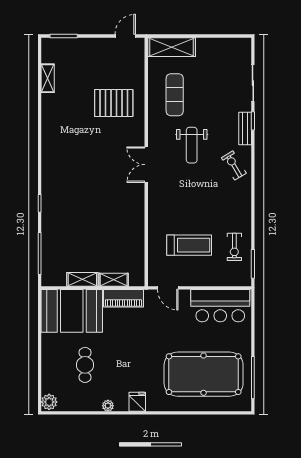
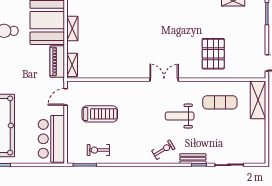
treadmill: (189, 245) -> (100, 114), turned -90
shelving: (114, 280) -> (72, 65), moved

